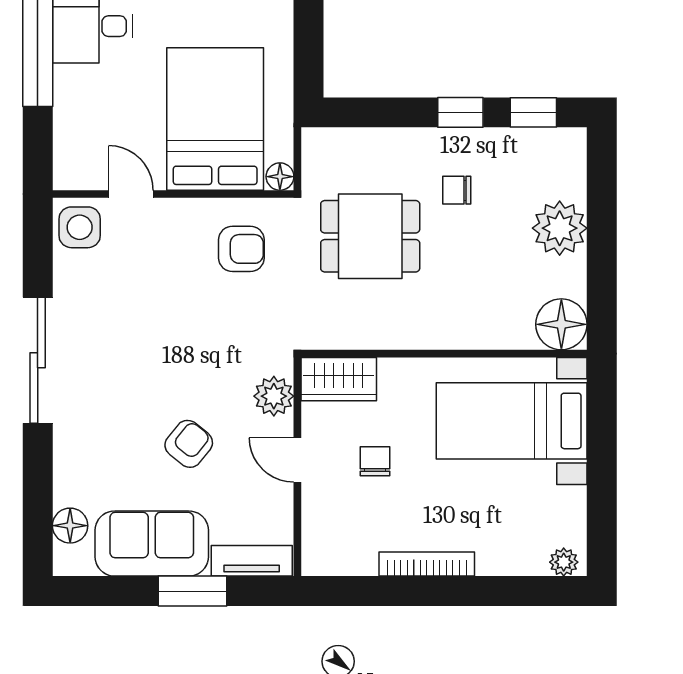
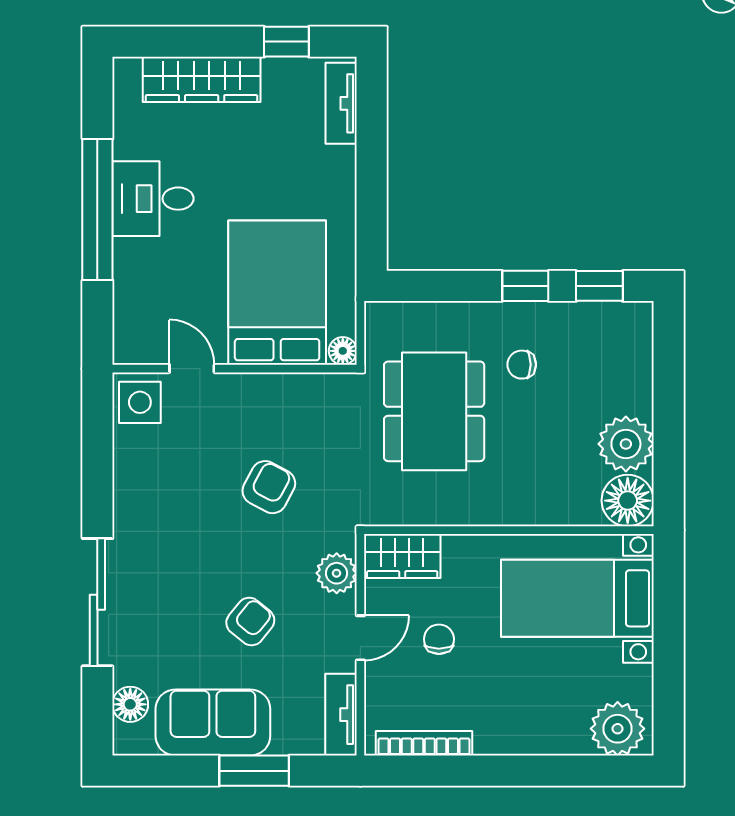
plant: (560, 228) -> (626, 444), moved
dining table: (370, 236) -> (434, 411), width x1.37
armchair: (241, 249) -> (269, 487), moved, turned -62
sliding door: (38, 360) -> (97, 602), moved
door: (297, 460) -> (360, 638), swing flipped
tv unit: (252, 561) -> (341, 715), moved, turned -90
plant: (564, 562) -> (618, 729), width x1.87, depth x1.87
bookcase: (427, 564) -> (424, 743), moved

